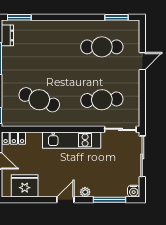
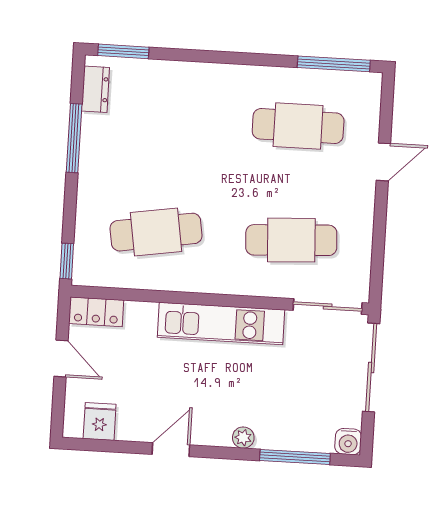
window: (117, 17) -> (334, 64), width x1.44
cafe table: (39, 100) -> (156, 232), turned -30
fridge: (25, 186) -> (100, 422), width x0.53, depth x0.75
door: (65, 200) -> (171, 450), moved

